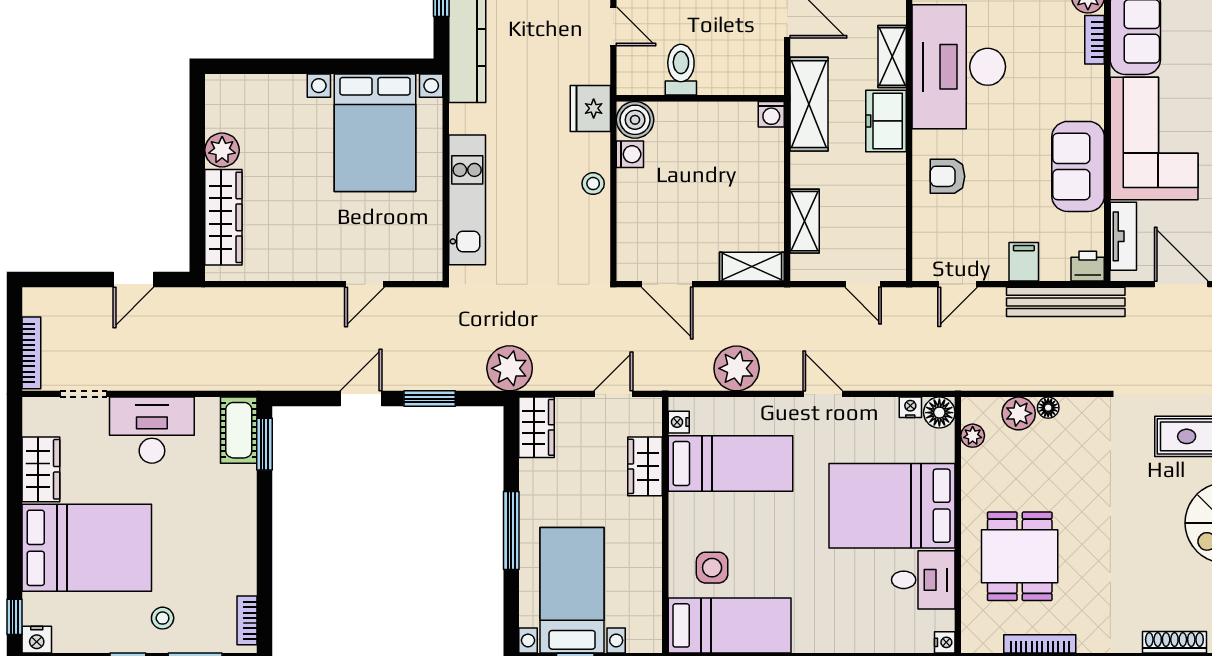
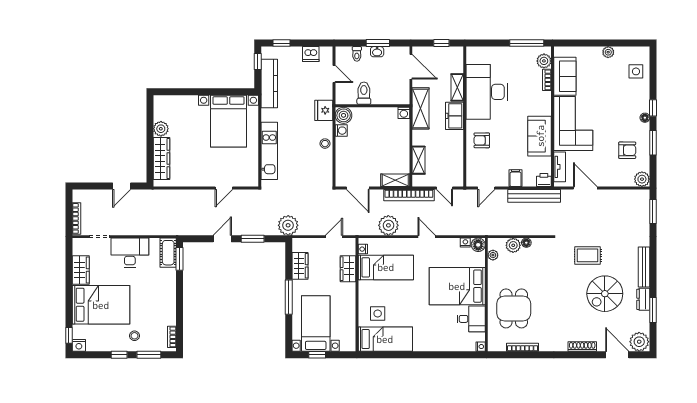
bookcase: (783, 300) -> (409, 195), added
wardrobe: (537, 427) -> (300, 266), moved

